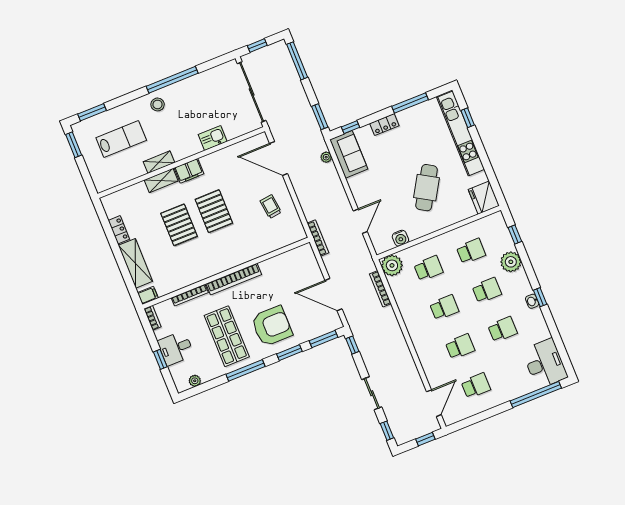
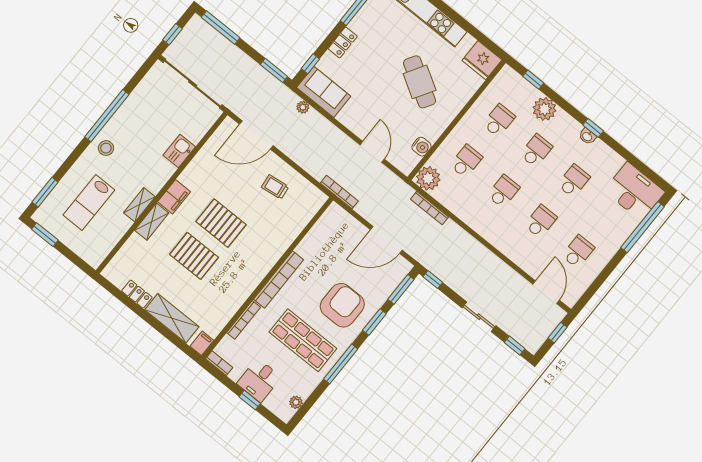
lab bench: (121, 139) -> (89, 203), turned 180

